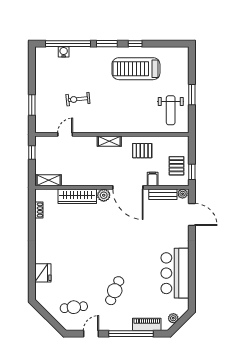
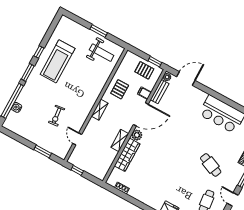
shelving: (49, 180) -> (120, 141), moved

